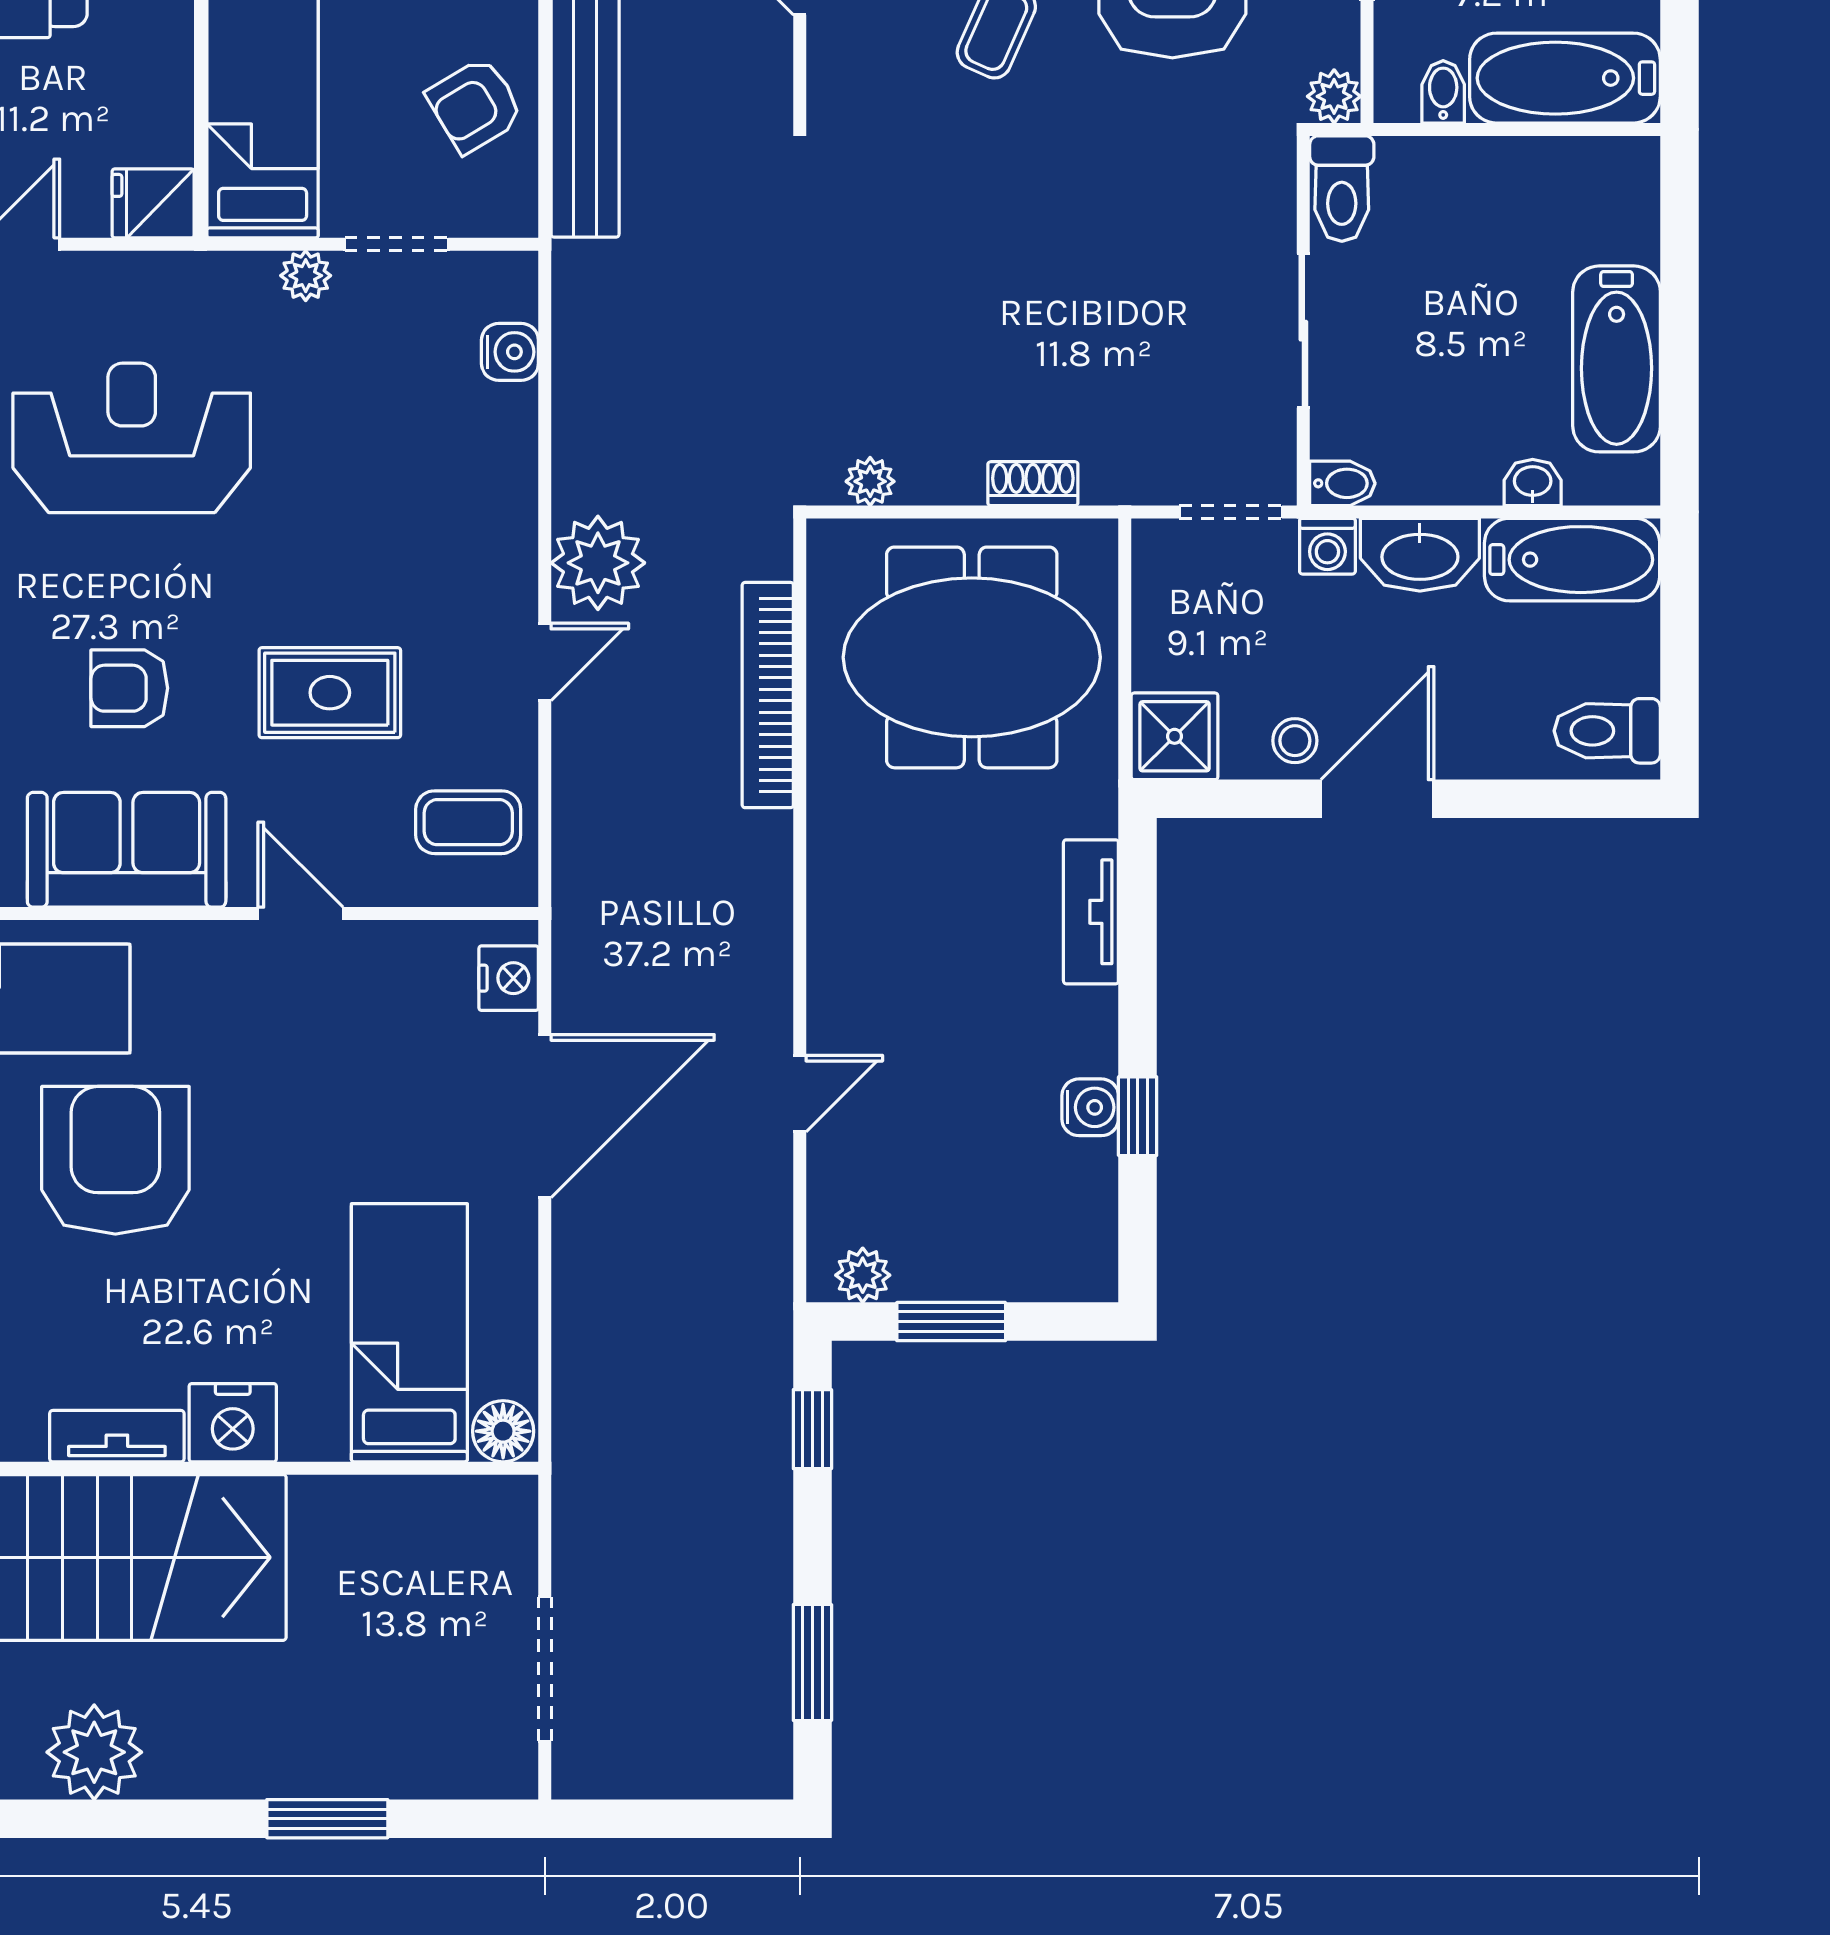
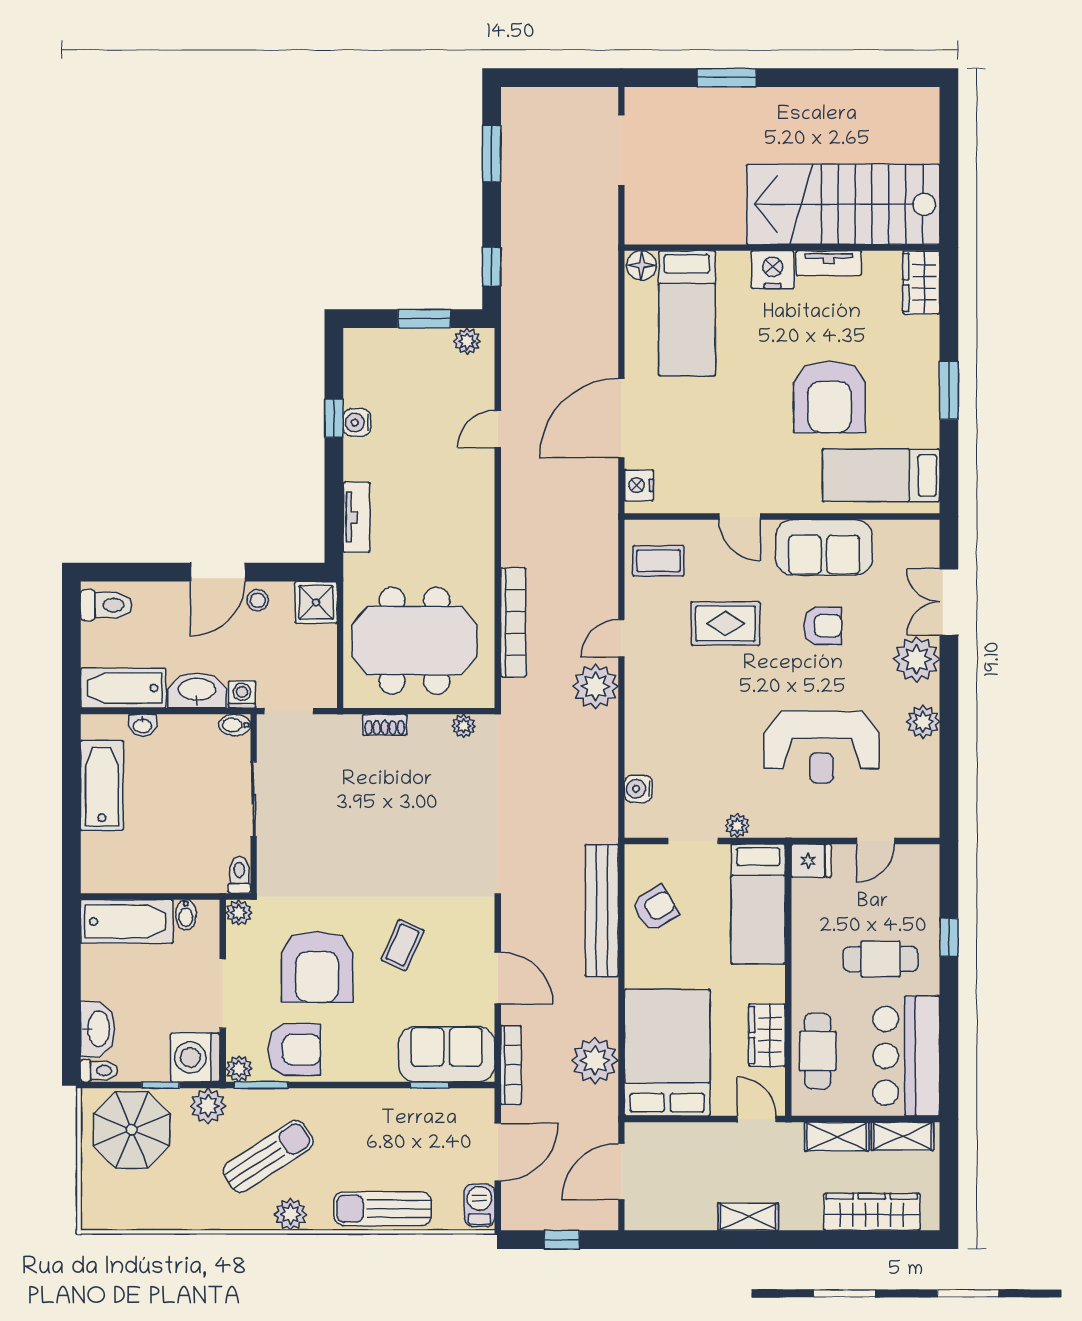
toilet: (1342, 189) -> (239, 875), width x0.73, depth x0.72
plant: (94, 1752) -> (840, 110), removed

